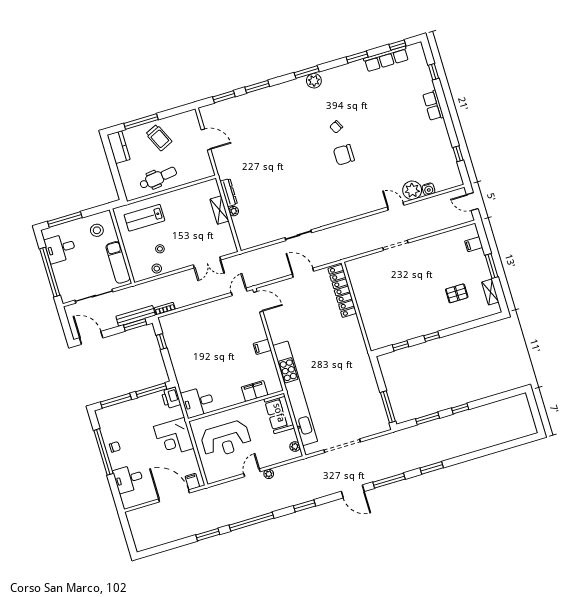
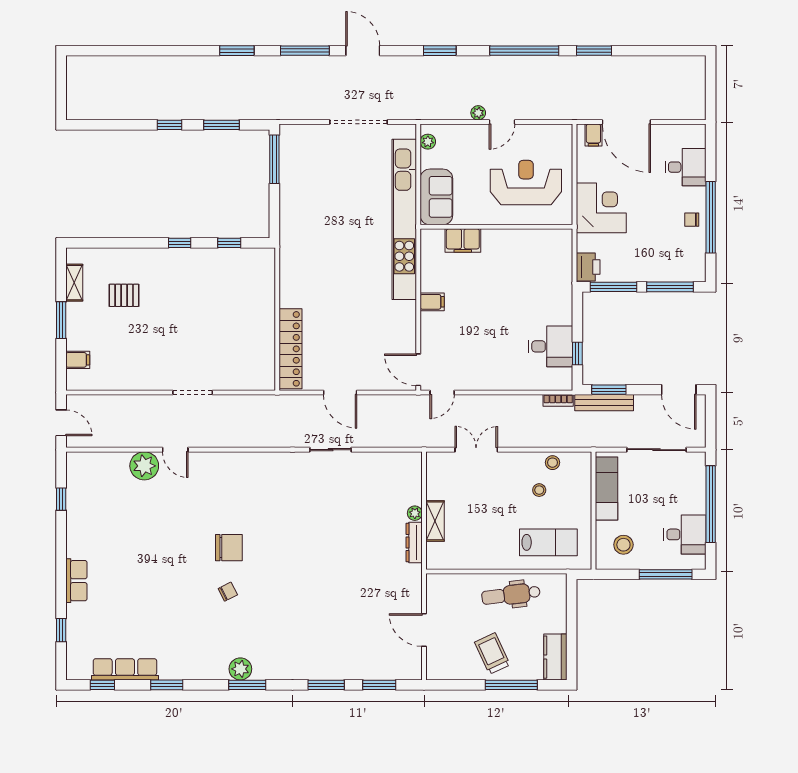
water cooler: (429, 189) -> (120, 460), removed
desk: (198, 402) -> (551, 346), moved

